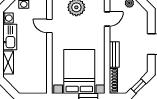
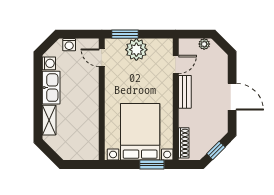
door: (49, 26) -> (102, 58), moved
bench: (114, 54) -> (185, 92), moved

